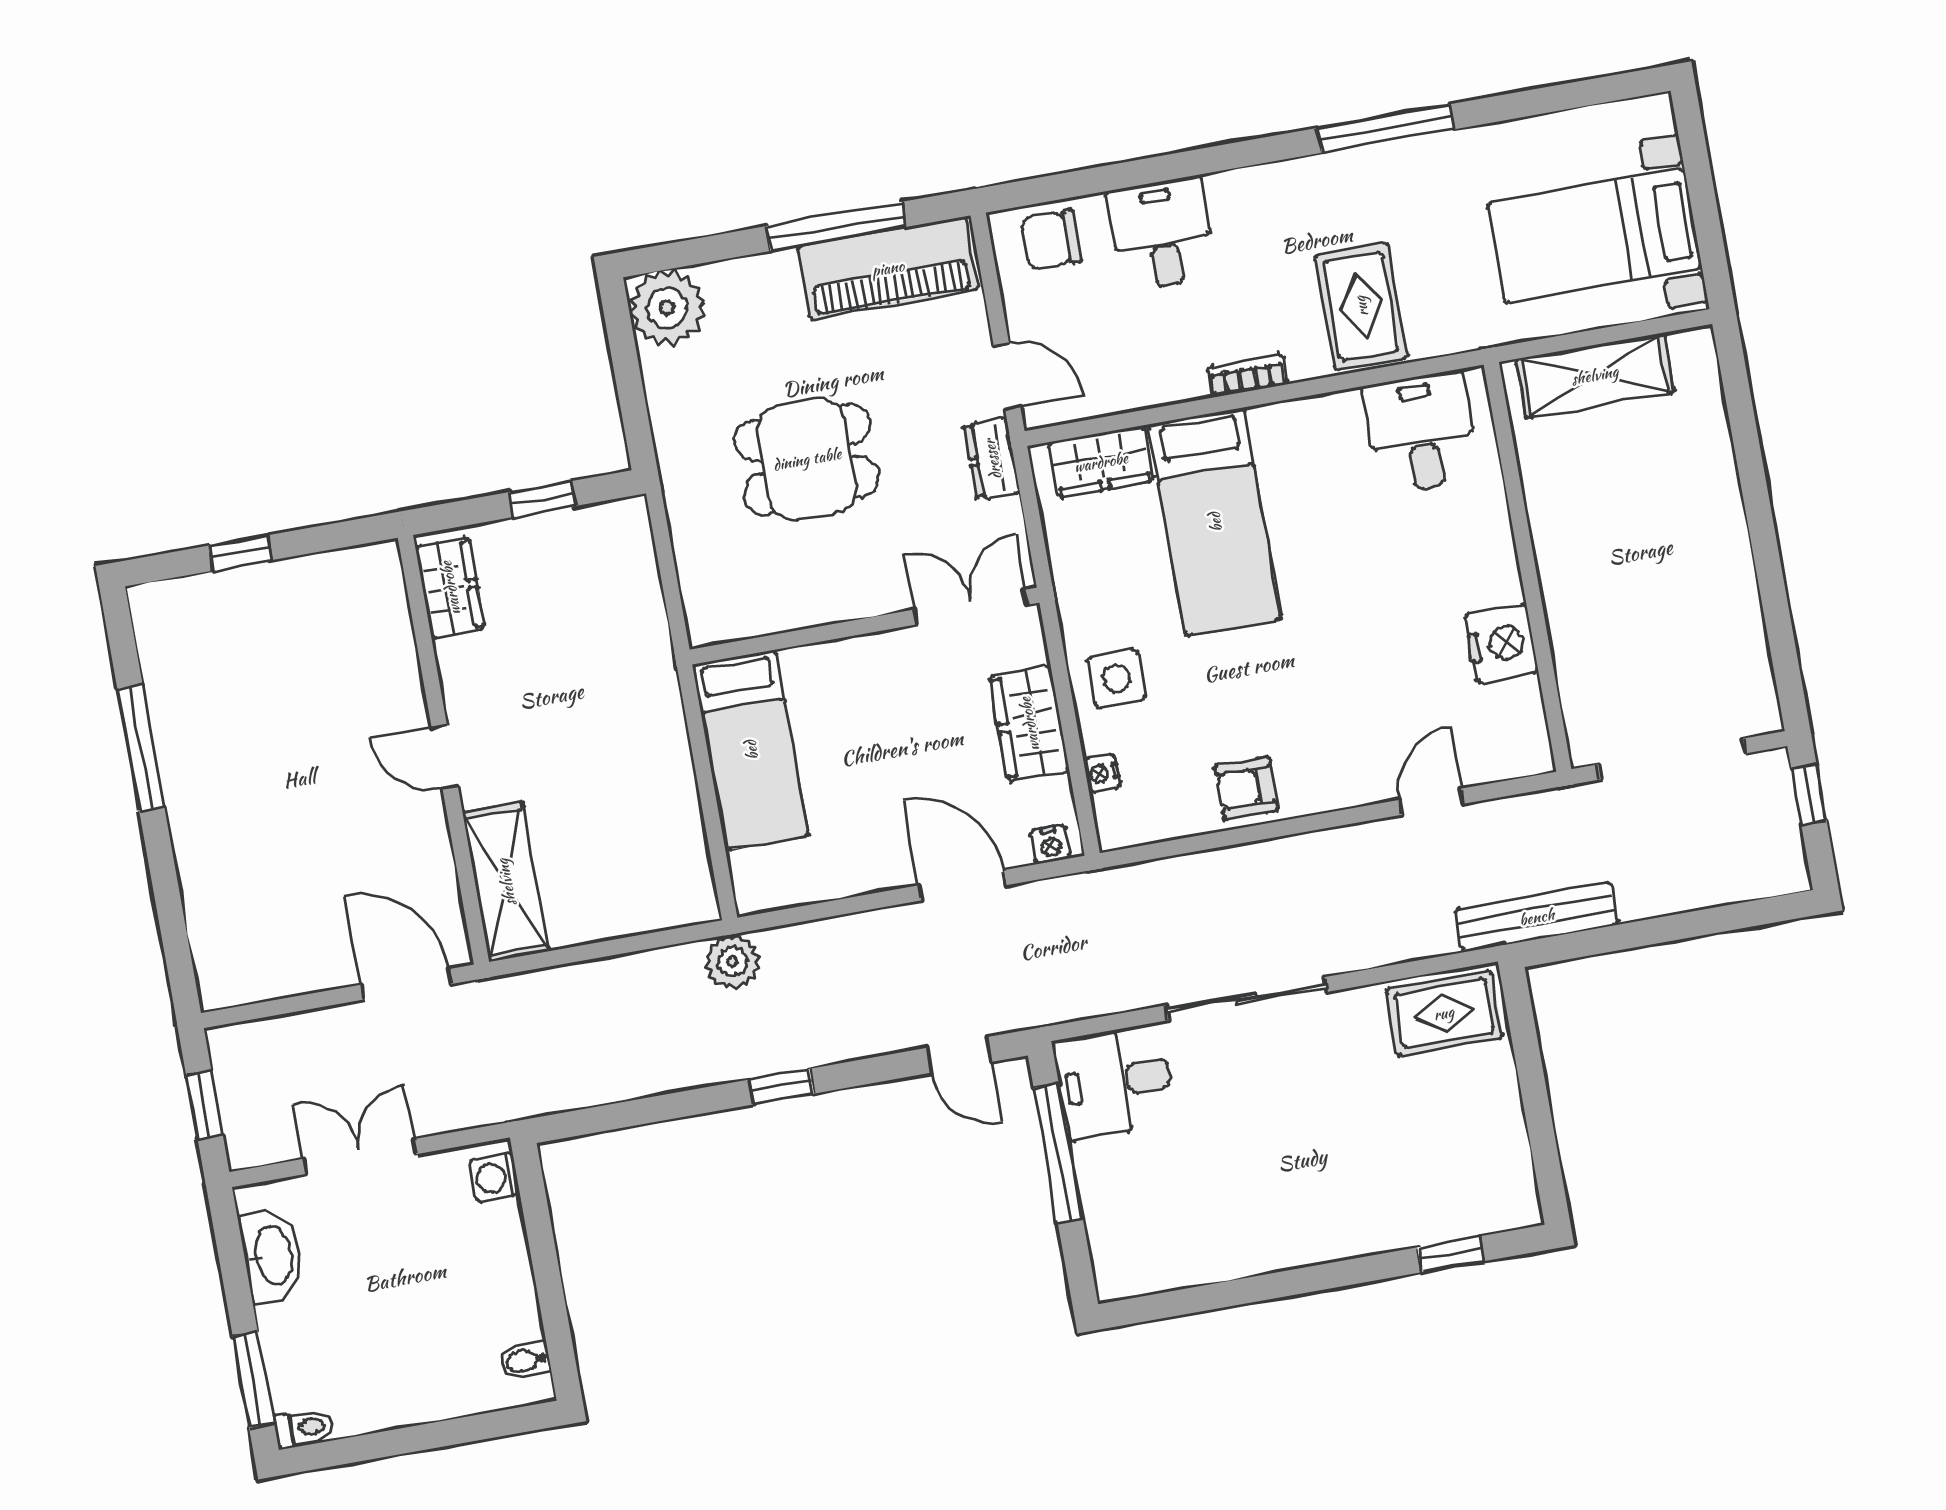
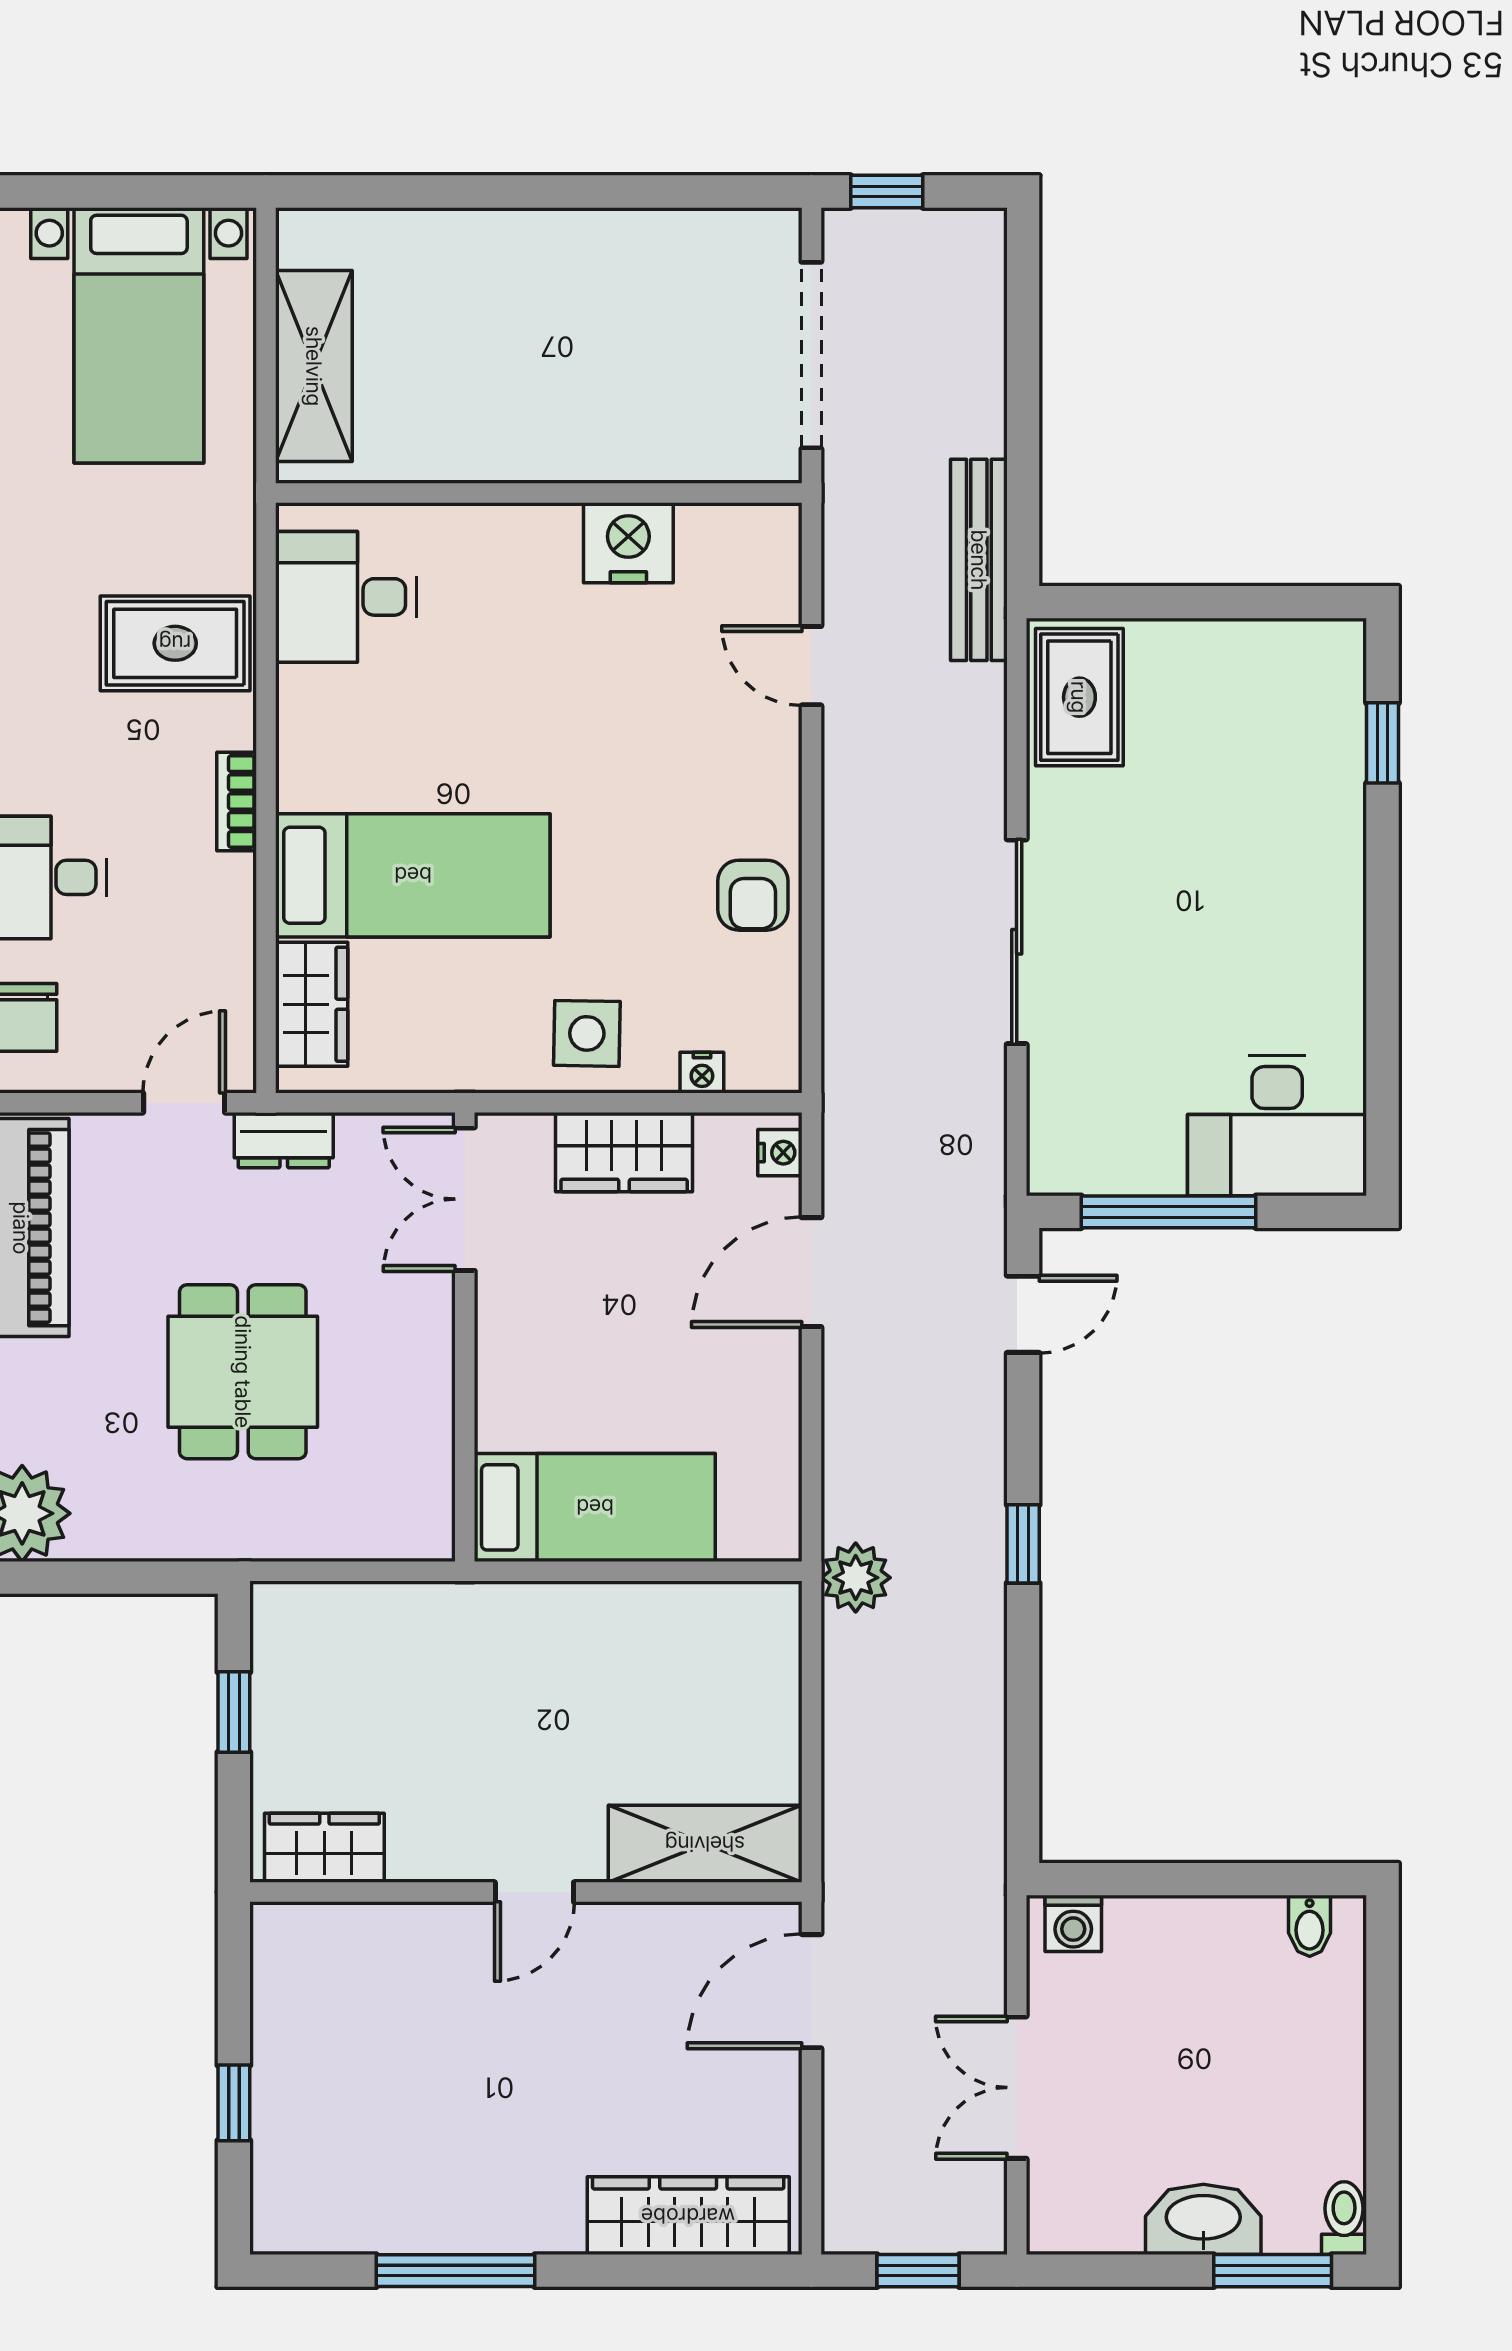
wardrobe: (215, 920) -> (688, 2216), added
desk: (1114, 1082) -> (1277, 1126), moved, width x1.37
washbasin: (272, 1255) -> (1203, 2219), moved

